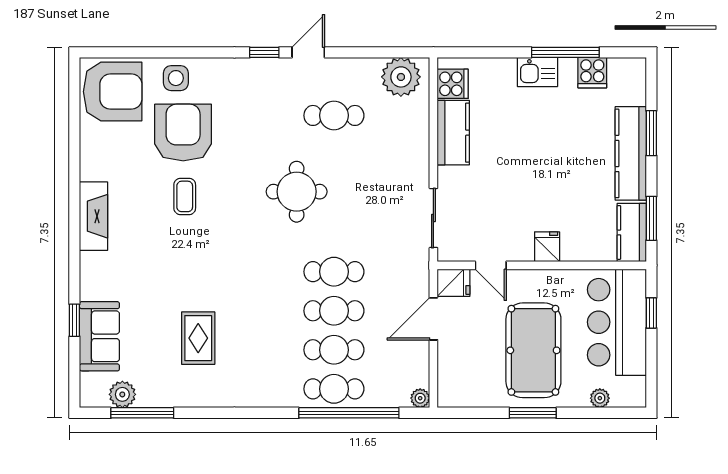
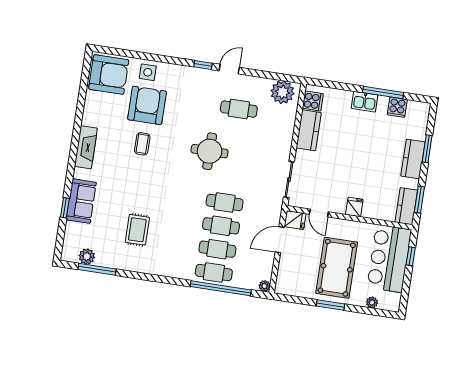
kitchen counter: (631, 153) -> (413, 159), width x0.67
sofa: (99, 336) -> (81, 201), moved

